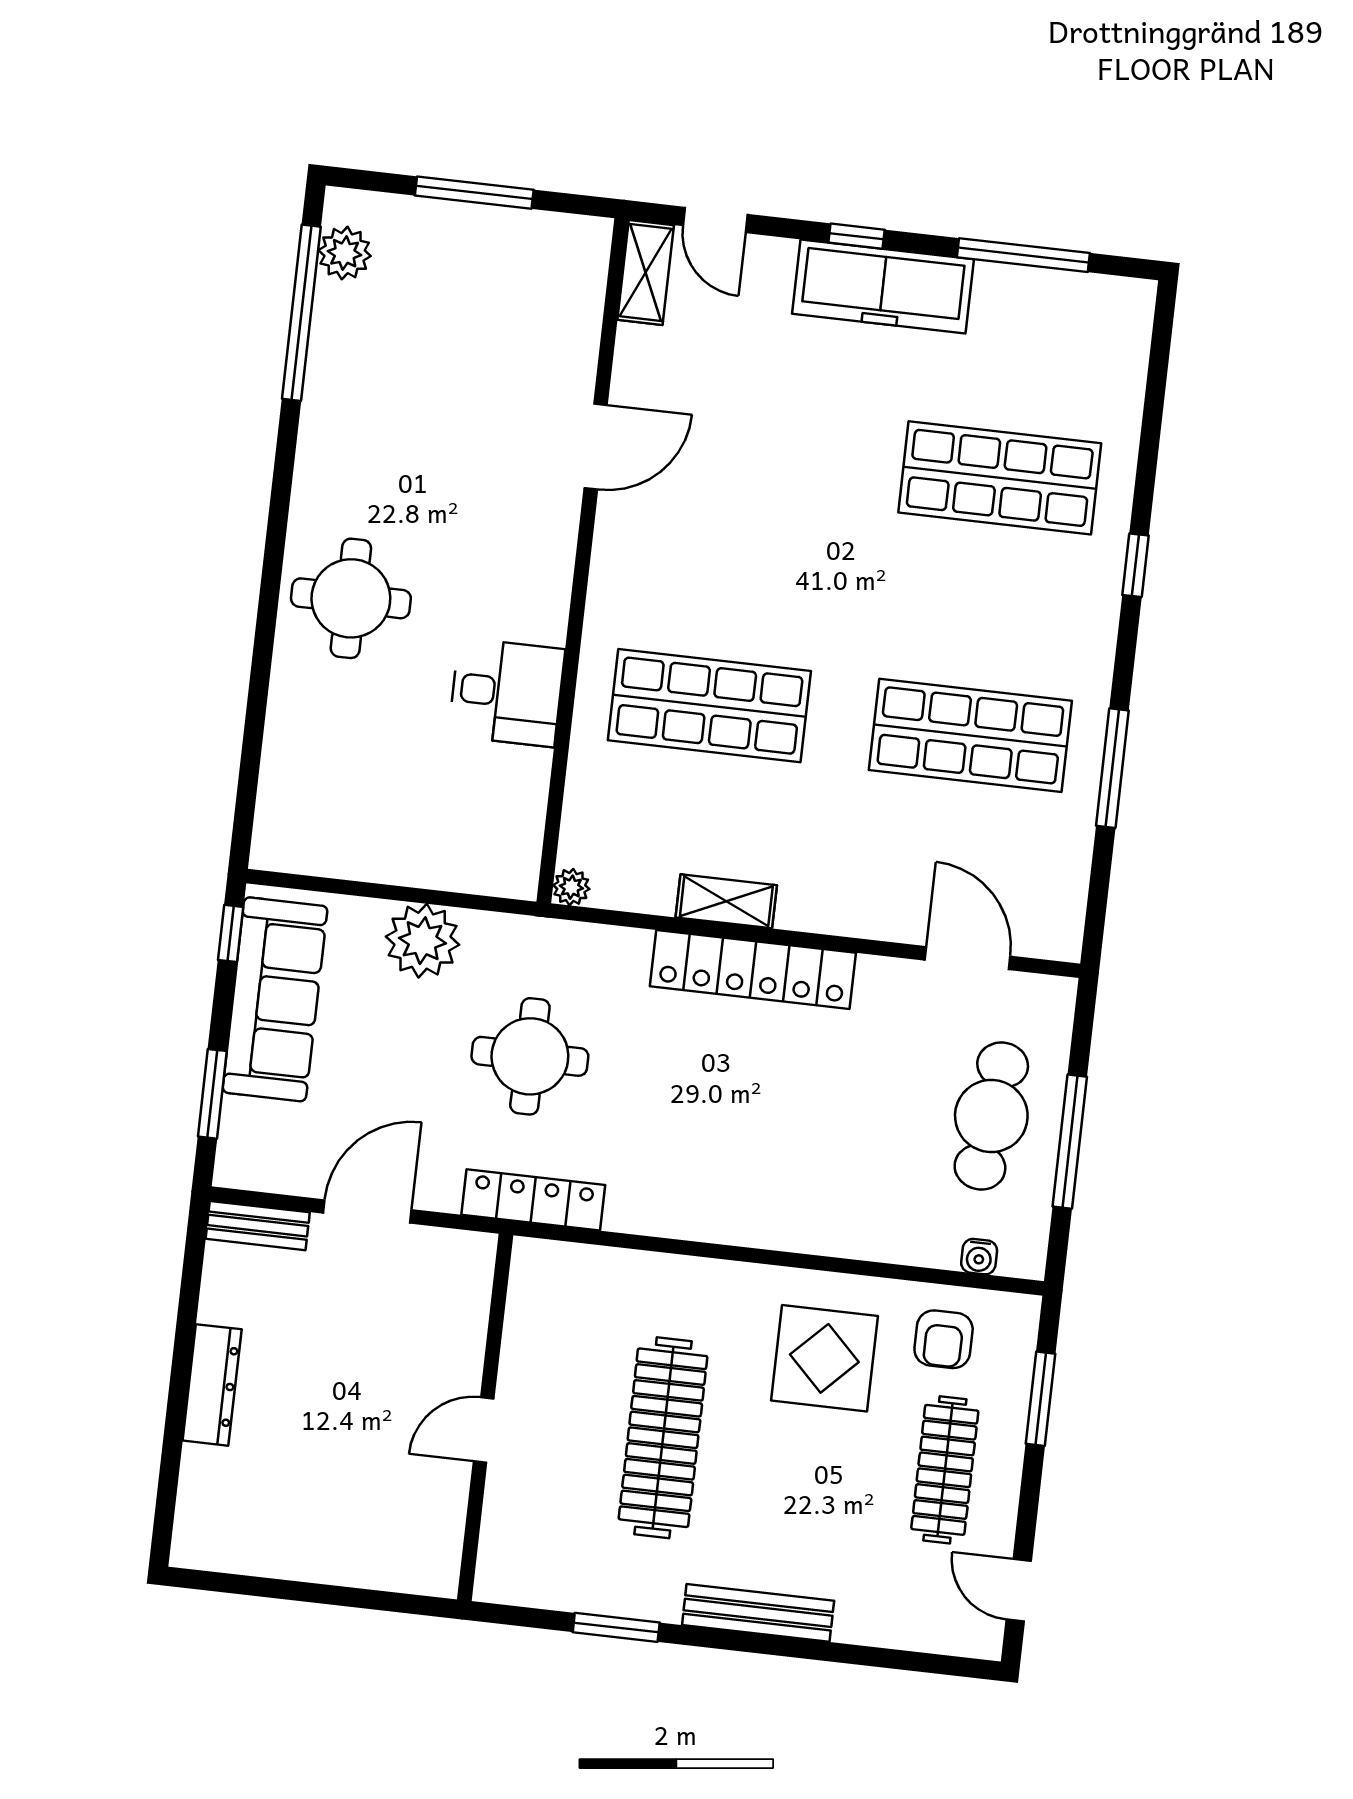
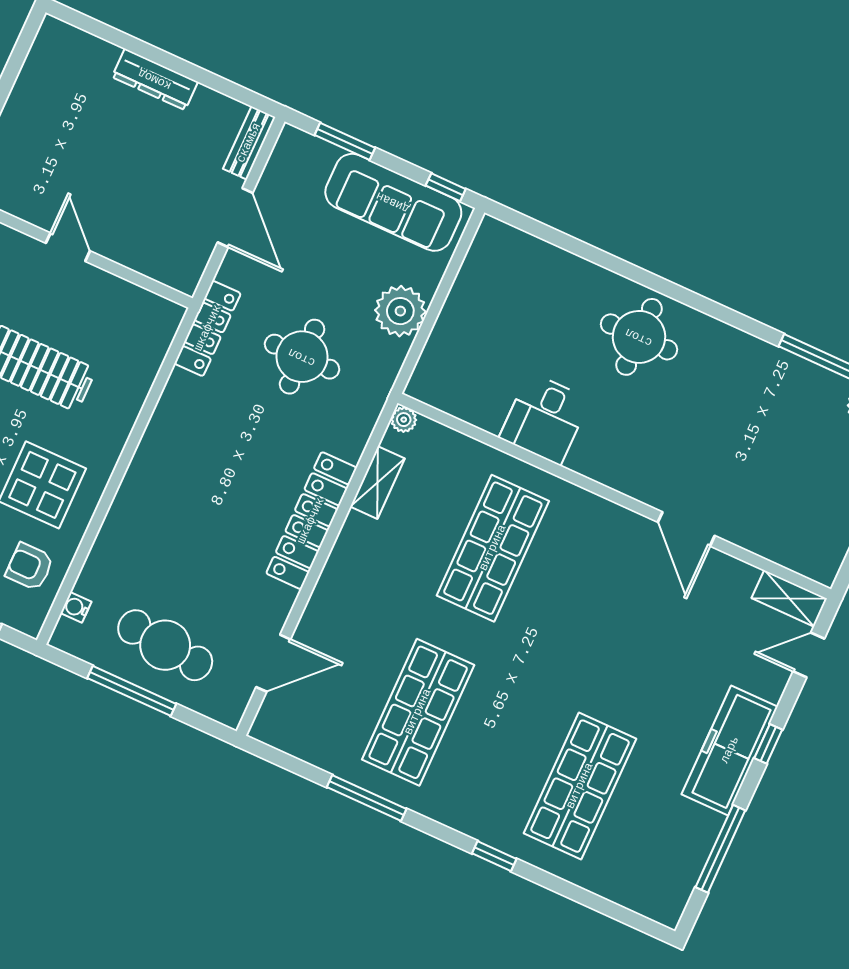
shelving: (726, 901) -> (378, 483), moved

